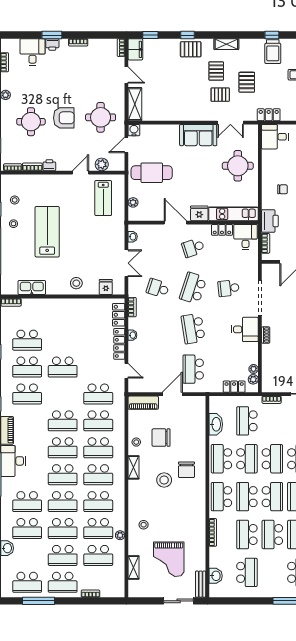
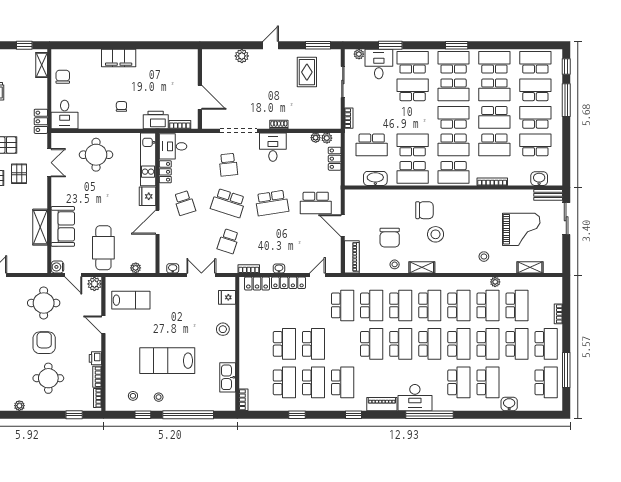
shelving: (135, 104) -> (40, 227), moved, turned 90
sofa: (198, 135) -> (63, 226), moved
plant: (102, 164) -> (94, 284), moved
school desk: (63, 340) -> (284, 344), added
school desk: (272, 459) -> (535, 117), moved

